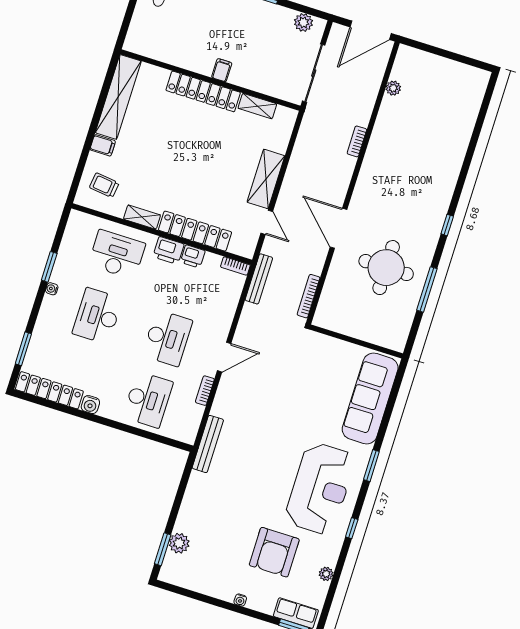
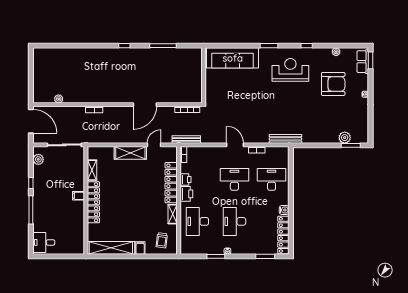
round table: (386, 268) -> (158, 72), removed
desk: (97, 316) -> (234, 221), turned 90
reception desk: (320, 488) -> (290, 70), width x0.74, depth x0.77

